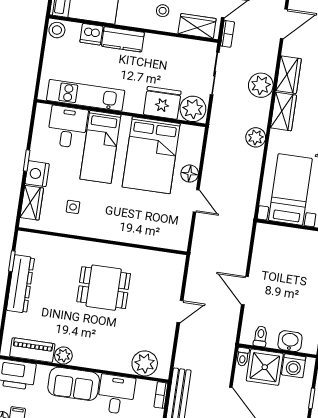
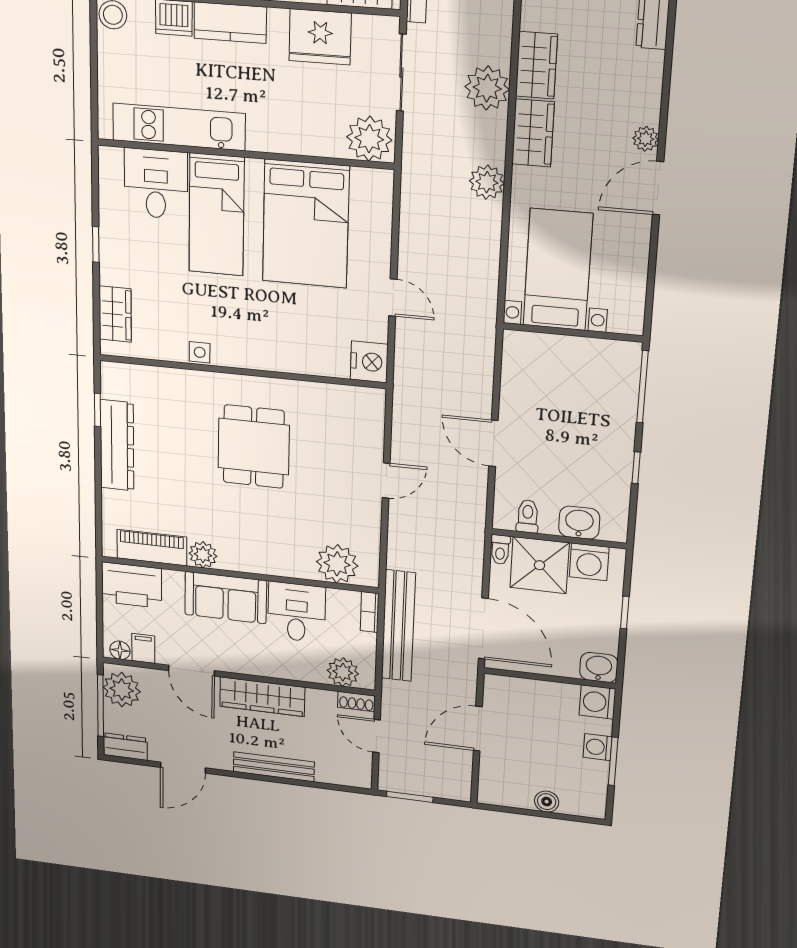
fridge: (162, 103) -> (320, 37), moved, turned 180
nightstand: (37, 174) -> (369, 362), moved, turned 180
floor lamp: (190, 174) -> (376, 252), removed
side table: (73, 207) -> (200, 352), moved
dining table: (104, 288) -> (254, 447), turned 90

